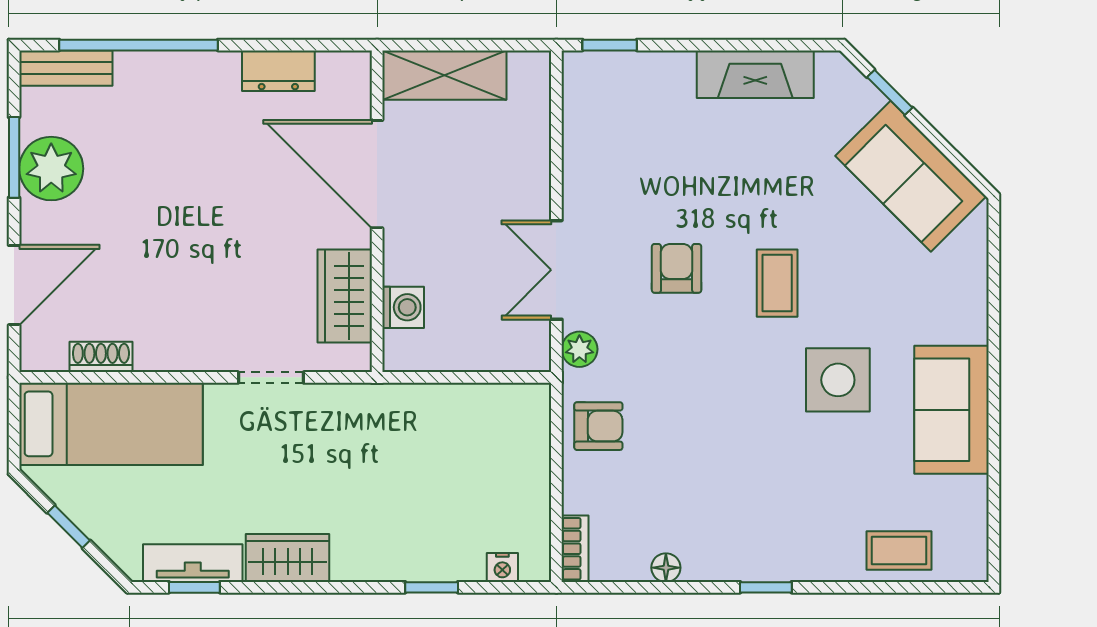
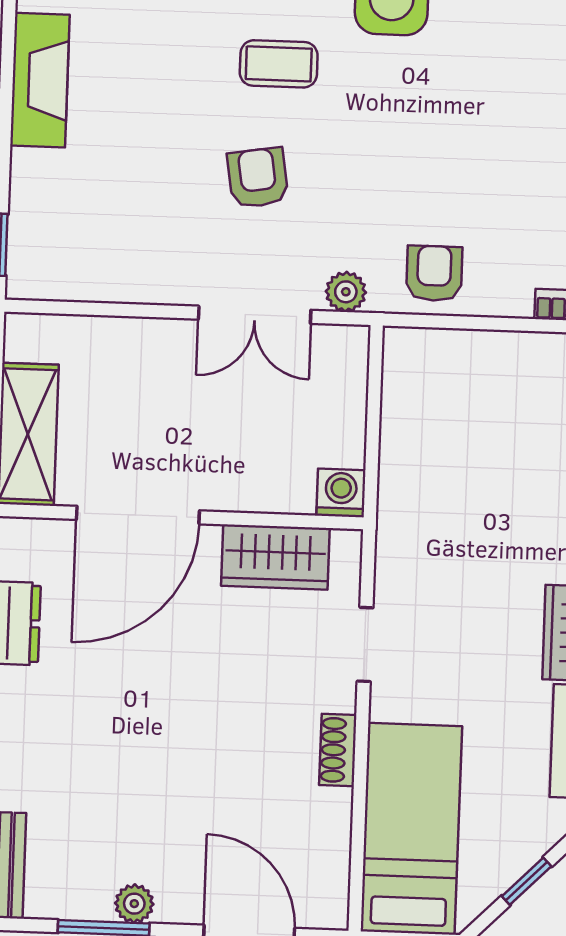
plant: (51, 169) -> (134, 904), width x0.53, depth x0.53
armchair: (677, 268) -> (258, 178), turned 81
washing machine: (403, 307) -> (341, 493), moved
shoe rack: (101, 357) -> (338, 750), moved

